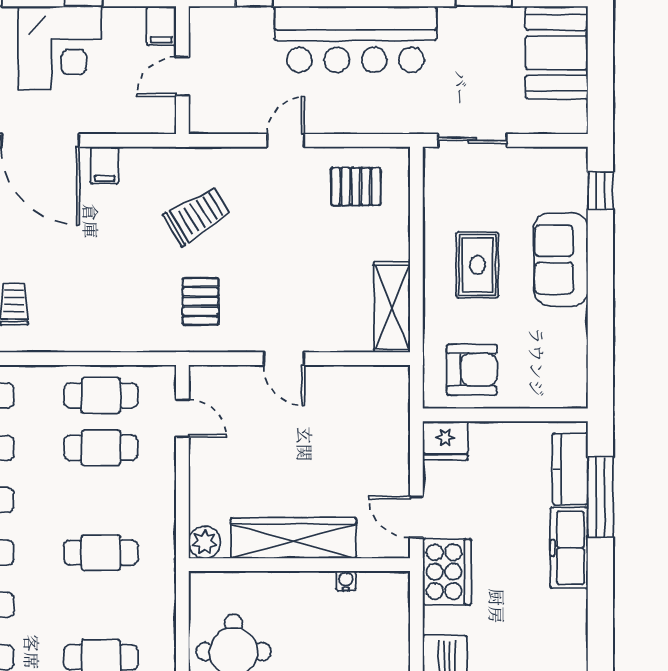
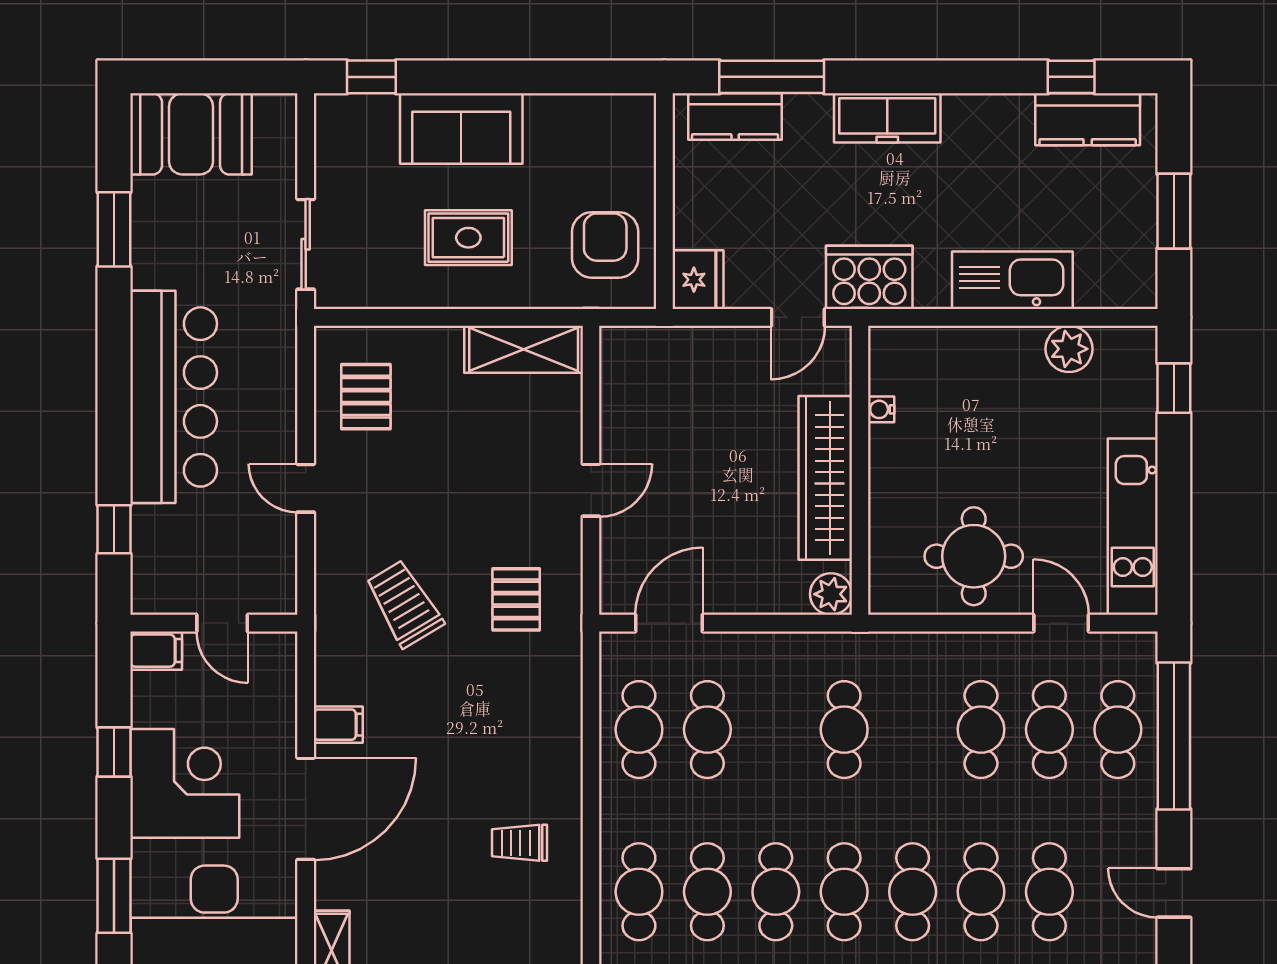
pallet: (201, 301) -> (516, 599), turned 90
door: (182, 418) -> (669, 623), width x1.38
freezer: (569, 548) -> (887, 118), moved

